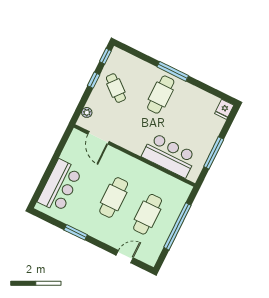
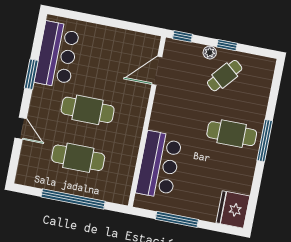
window: (105, 56) -> (182, 36), moved
fridge: (224, 109) -> (233, 209), width x1.88, depth x1.34
plant: (87, 112) -> (210, 53), moved
bar counter: (60, 186) -> (57, 55), moved, turned -90
door: (125, 257) -> (21, 128), moved

